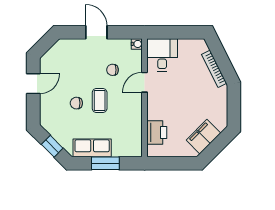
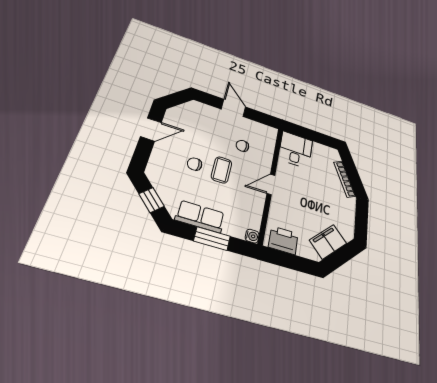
water cooler: (137, 44) -> (252, 236), moved
door: (145, 82) -> (271, 184), moved
printer: (157, 132) -> (283, 240), moved, turned -90

